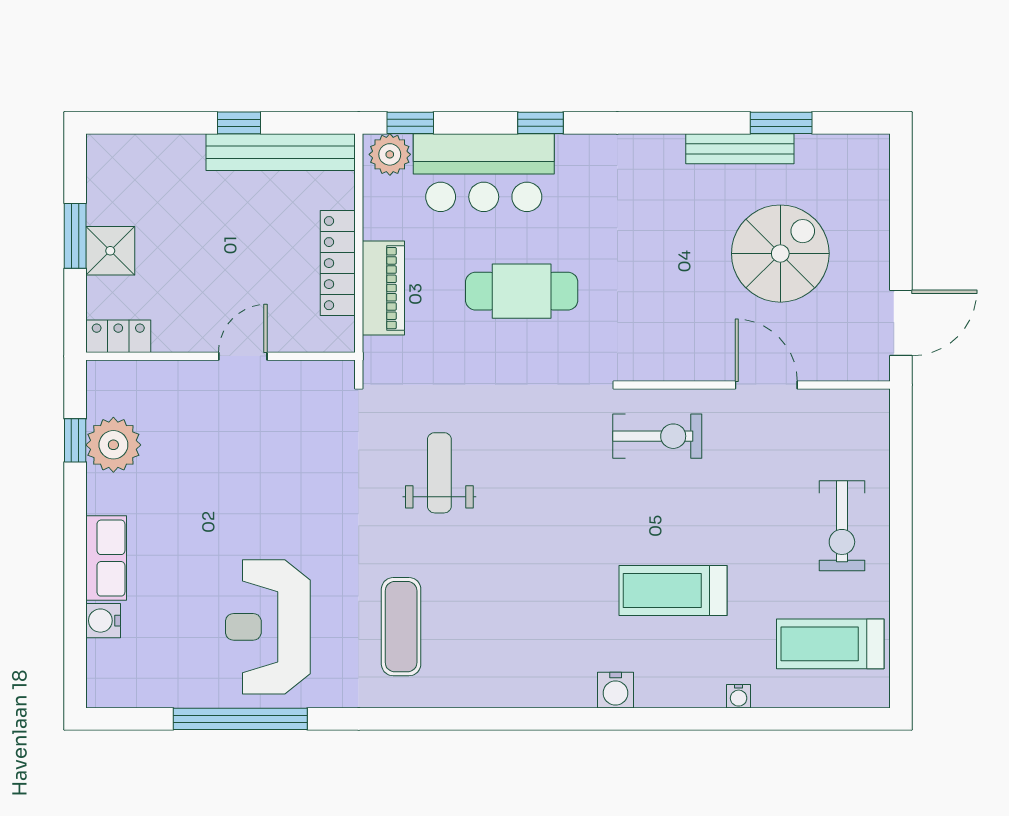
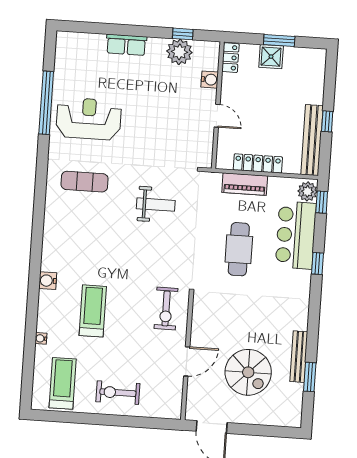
water cooler: (103, 621) -> (210, 80), moved, turned 90

